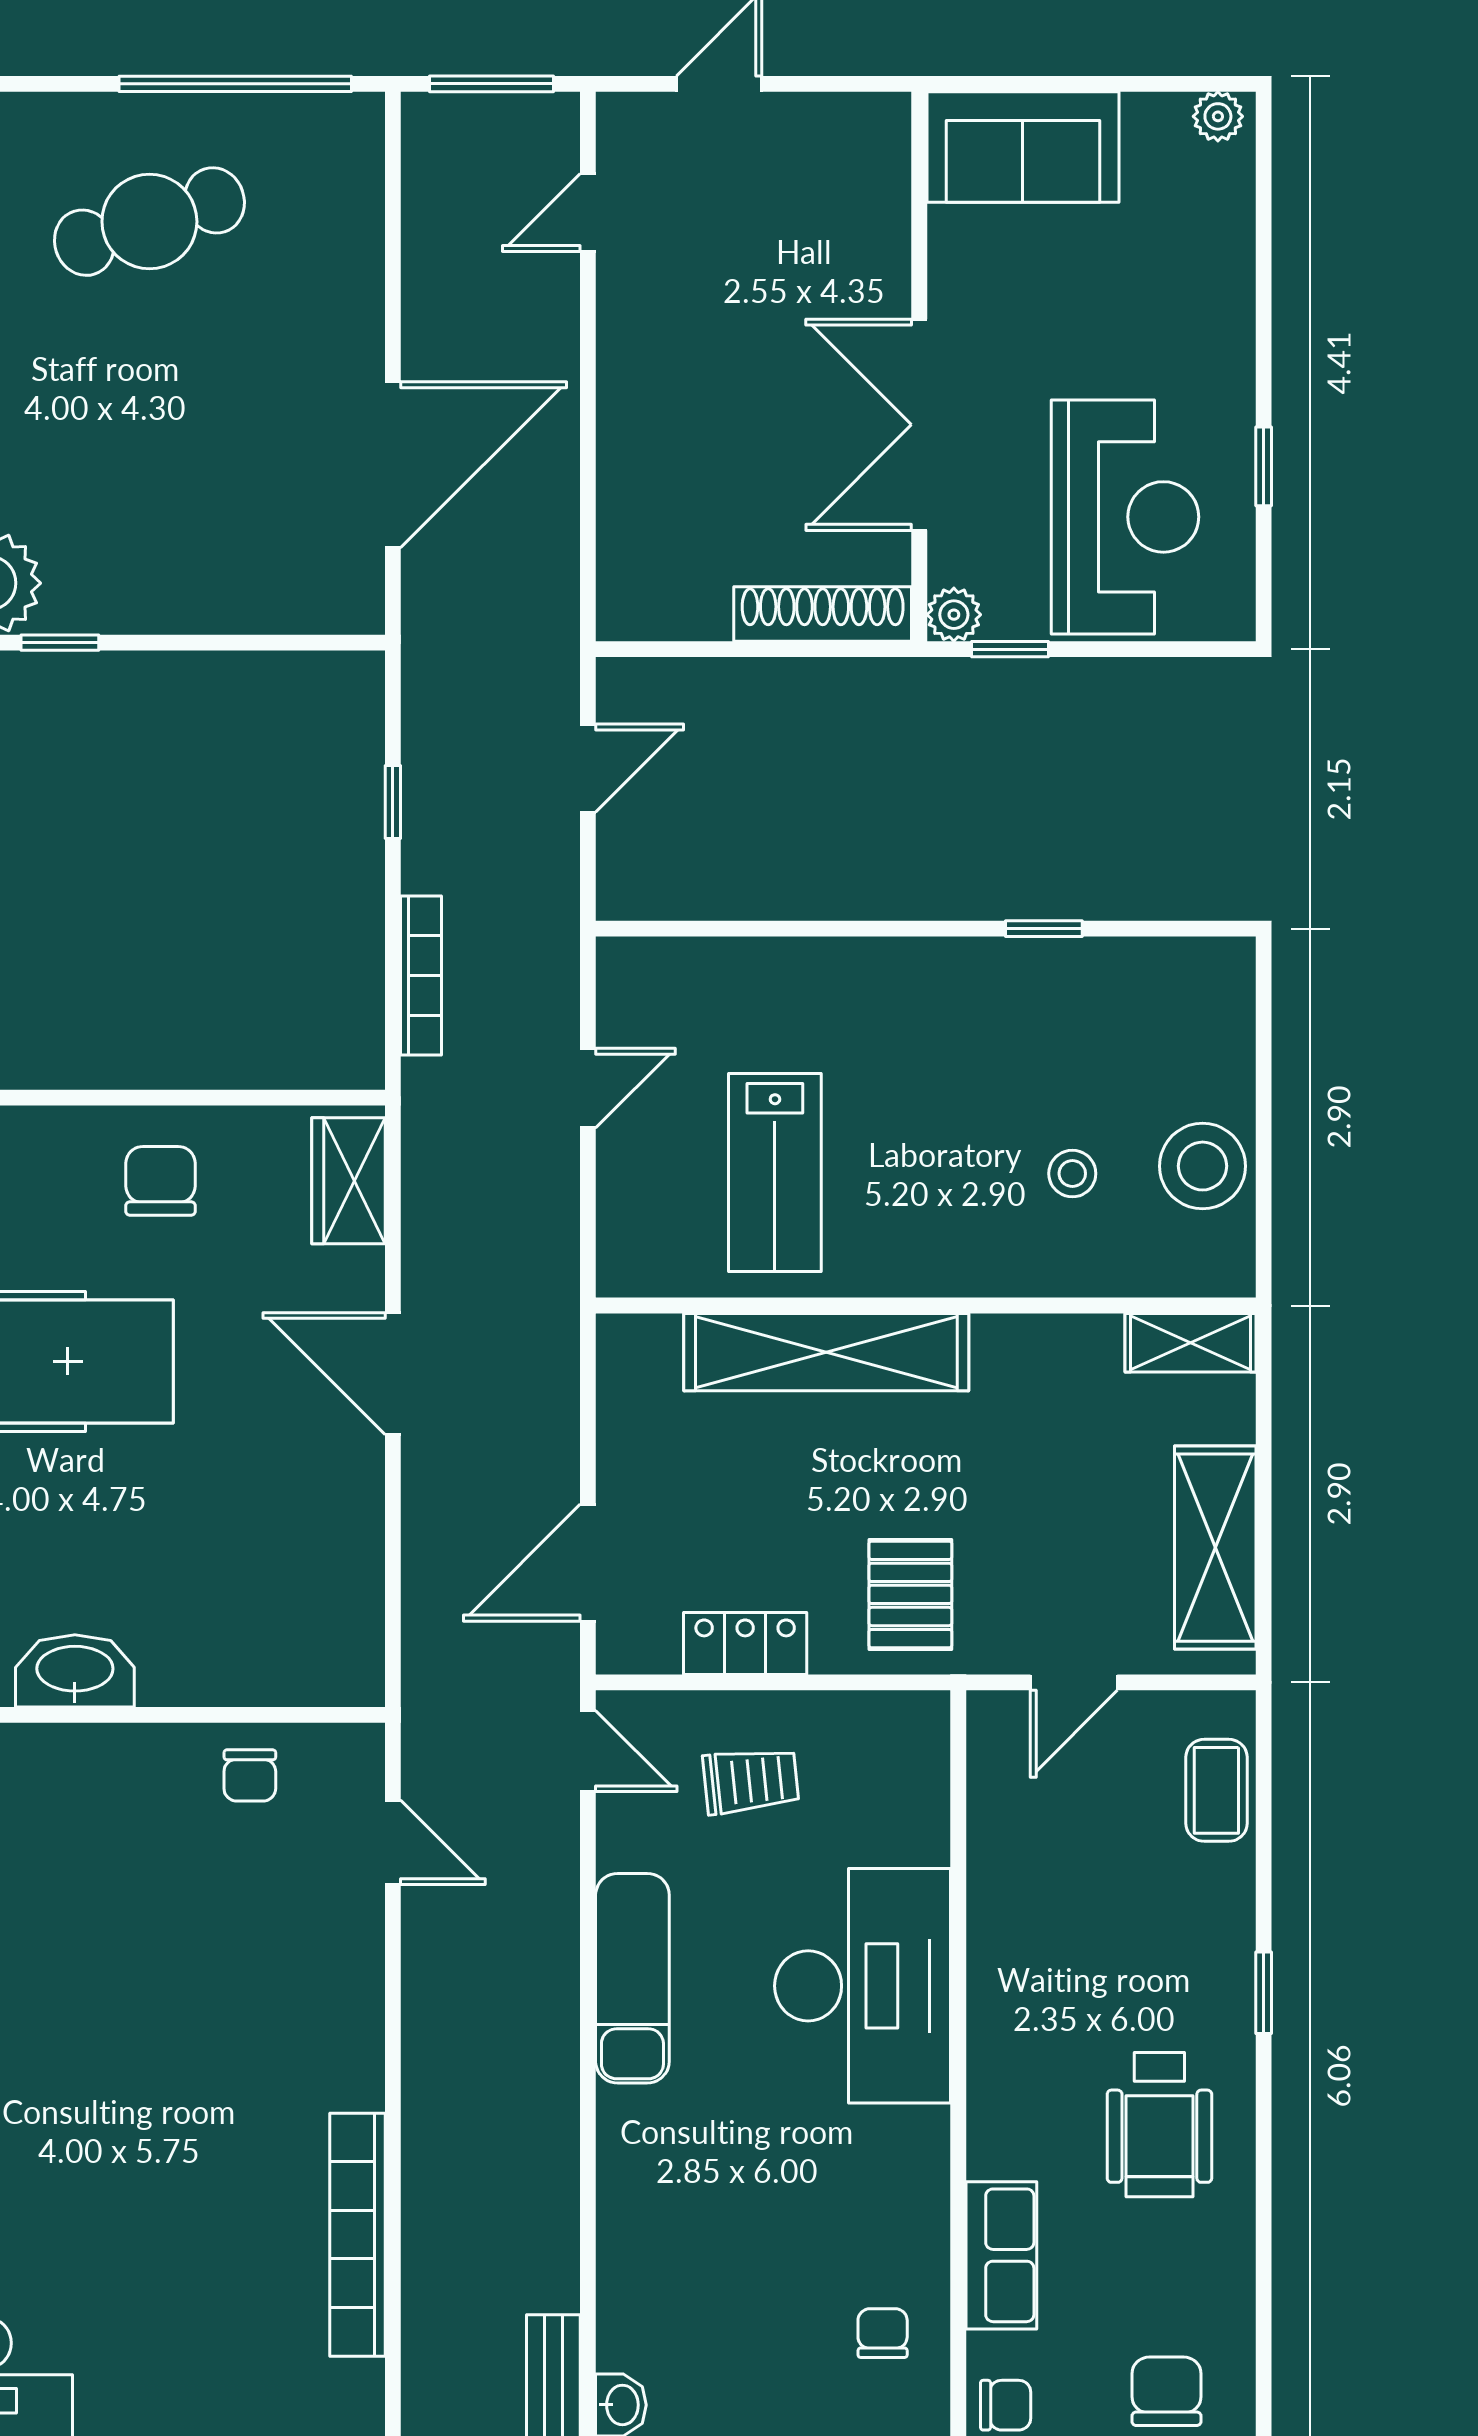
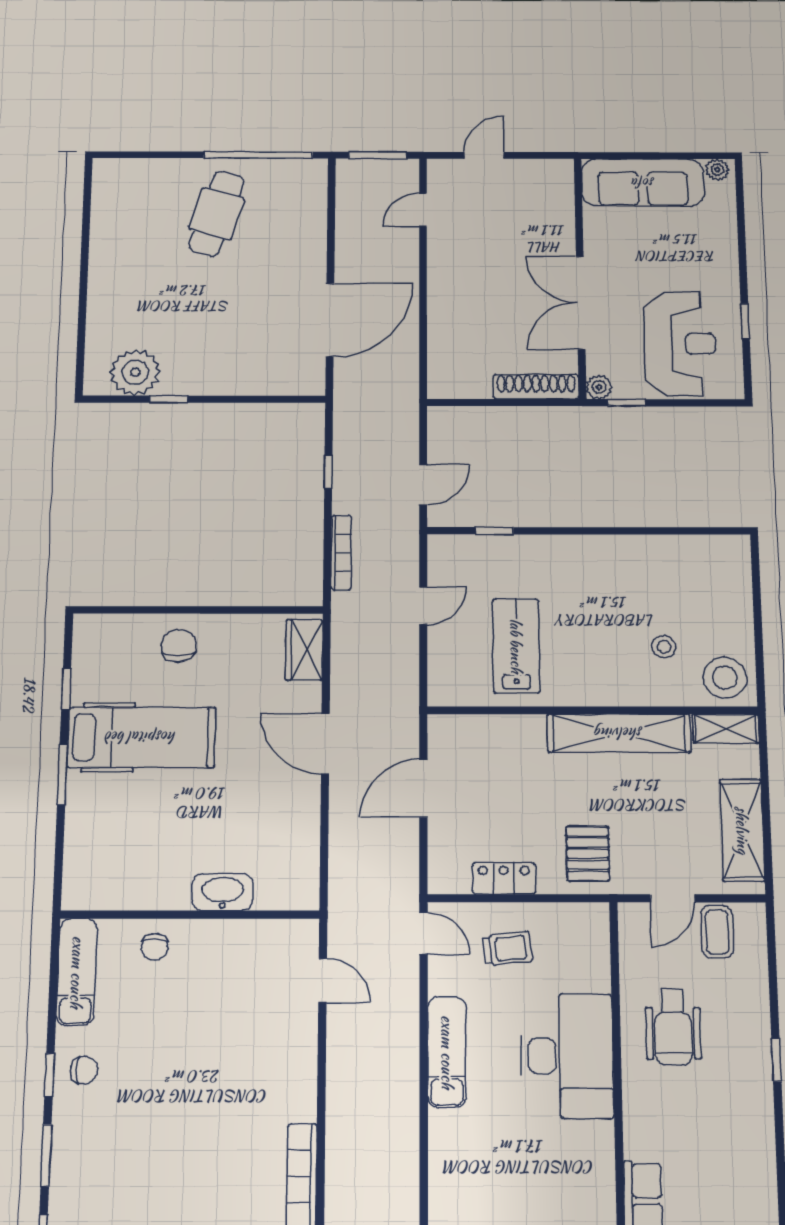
sofa: (1023, 147) -> (643, 183), width x1.36
cafe table: (149, 222) -> (217, 214), turned -55
door: (588, 768) -> (423, 485), moved
window: (1044, 929) -> (494, 531), moved
stool: (1203, 1166) -> (725, 678), moved
lab bench: (775, 1172) -> (516, 646), turned 180
chair: (160, 1181) -> (179, 645), moved
shelving: (826, 1352) -> (619, 733), moved
door: (588, 1563) -> (423, 788), moved
washbasin: (75, 1671) -> (222, 892), moved
chair: (250, 1775) -> (155, 947), moved
coffee table: (1216, 1790) -> (717, 932), moved
wheelchair: (1159, 2125) -> (673, 1027), moved

